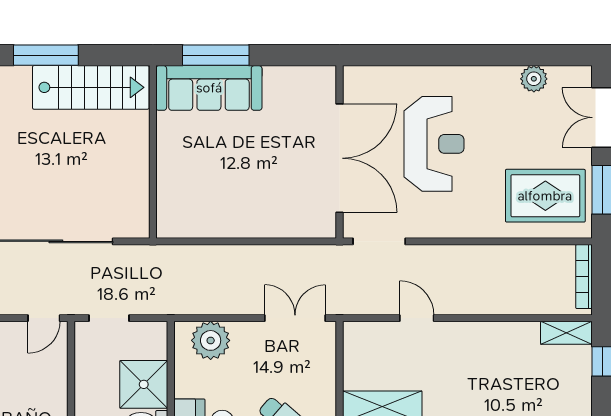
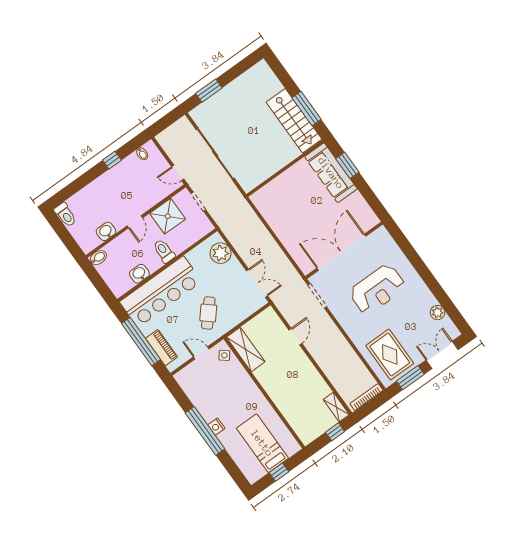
window: (46, 55) -> (307, 109), moved
window: (216, 55) -> (347, 165), width x0.69
double door: (340, 158) -> (341, 252), swing flipped
shower: (144, 384) -> (168, 216), moved

